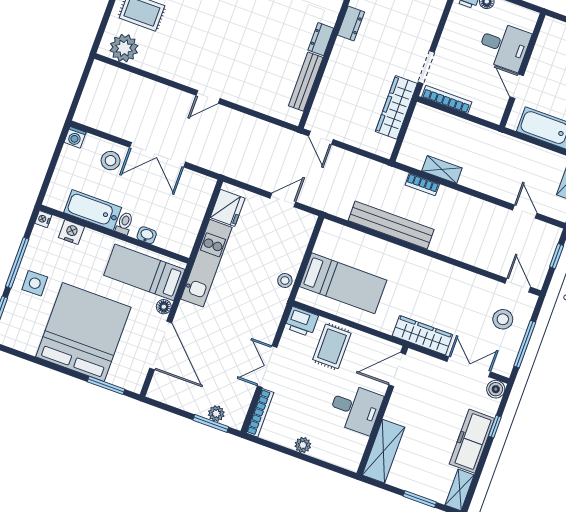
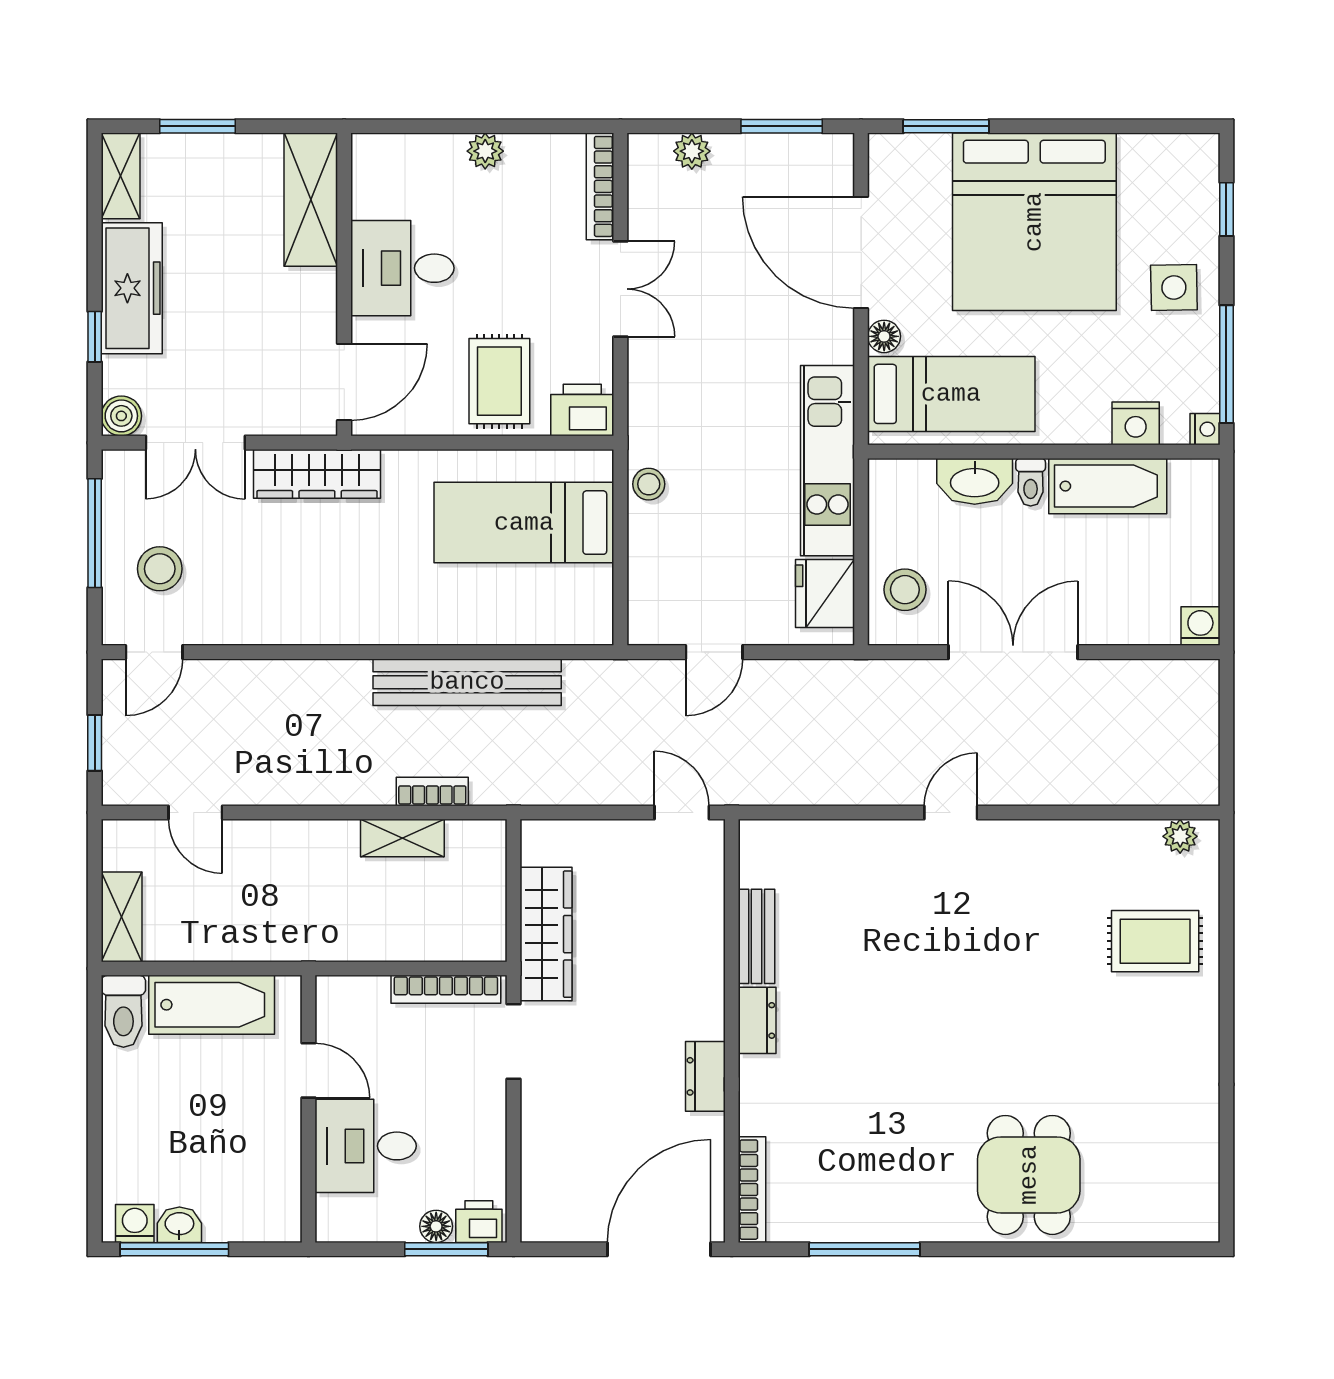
plant: (124, 48) -> (1180, 836), width x0.53, depth x0.53
bench: (306, 82) -> (757, 936), width x0.73
stool: (111, 161) -> (905, 590), moved
washbasin: (147, 235) -> (975, 481), width x1.91, depth x1.45
window: (17, 263) -> (1226, 364), moved
door: (518, 285) -> (154, 652), hinge flipped
window: (211, 423) -> (782, 126), moved

